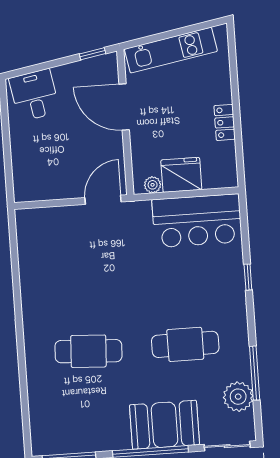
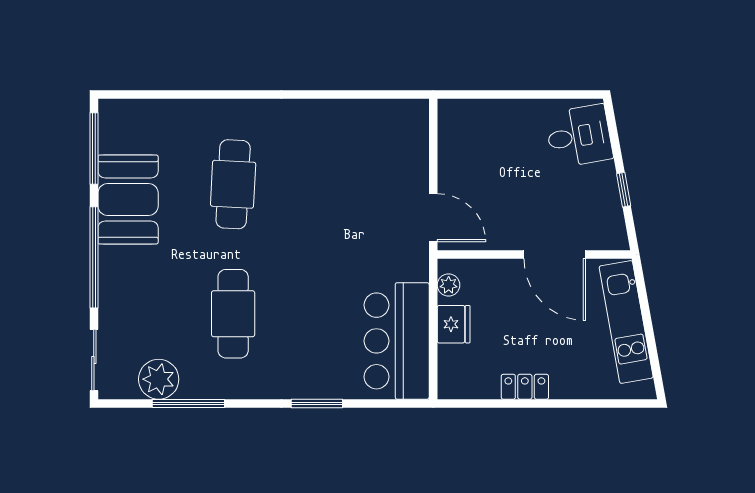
window: (93, 54) -> (624, 190), moved
door: (124, 107) -> (555, 254), swing flipped
fridge: (181, 175) -> (454, 324), width x0.73, depth x0.75
window: (248, 277) -> (317, 403), width x1.50
booth: (164, 425) -> (128, 199), moved

